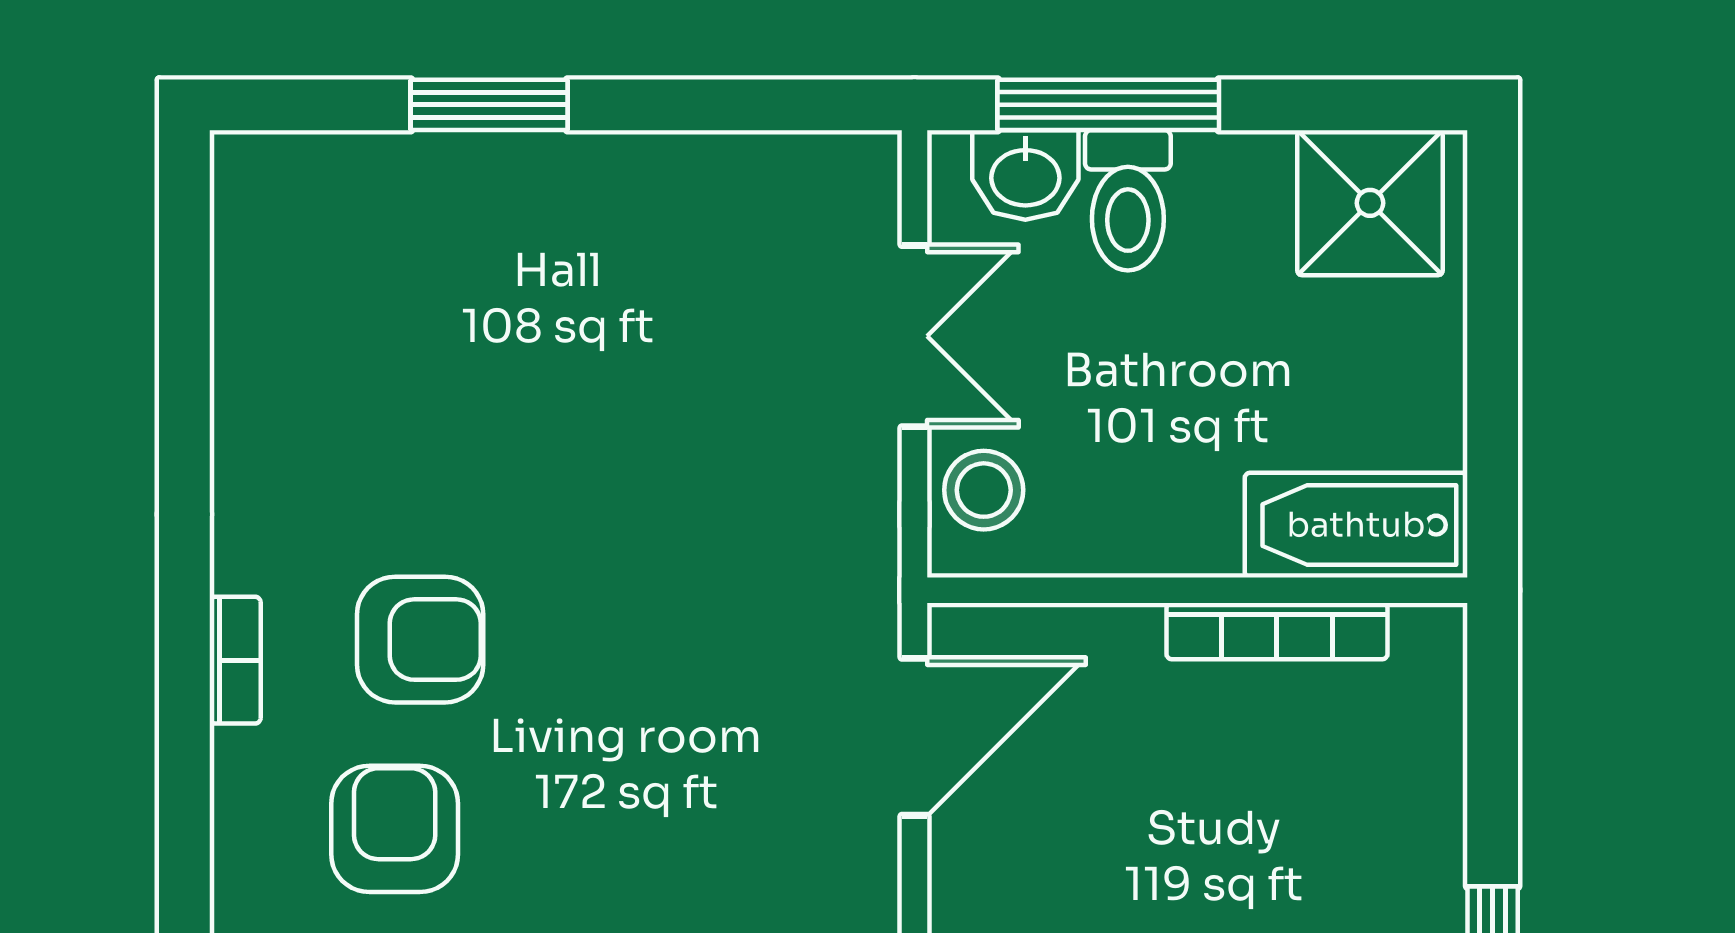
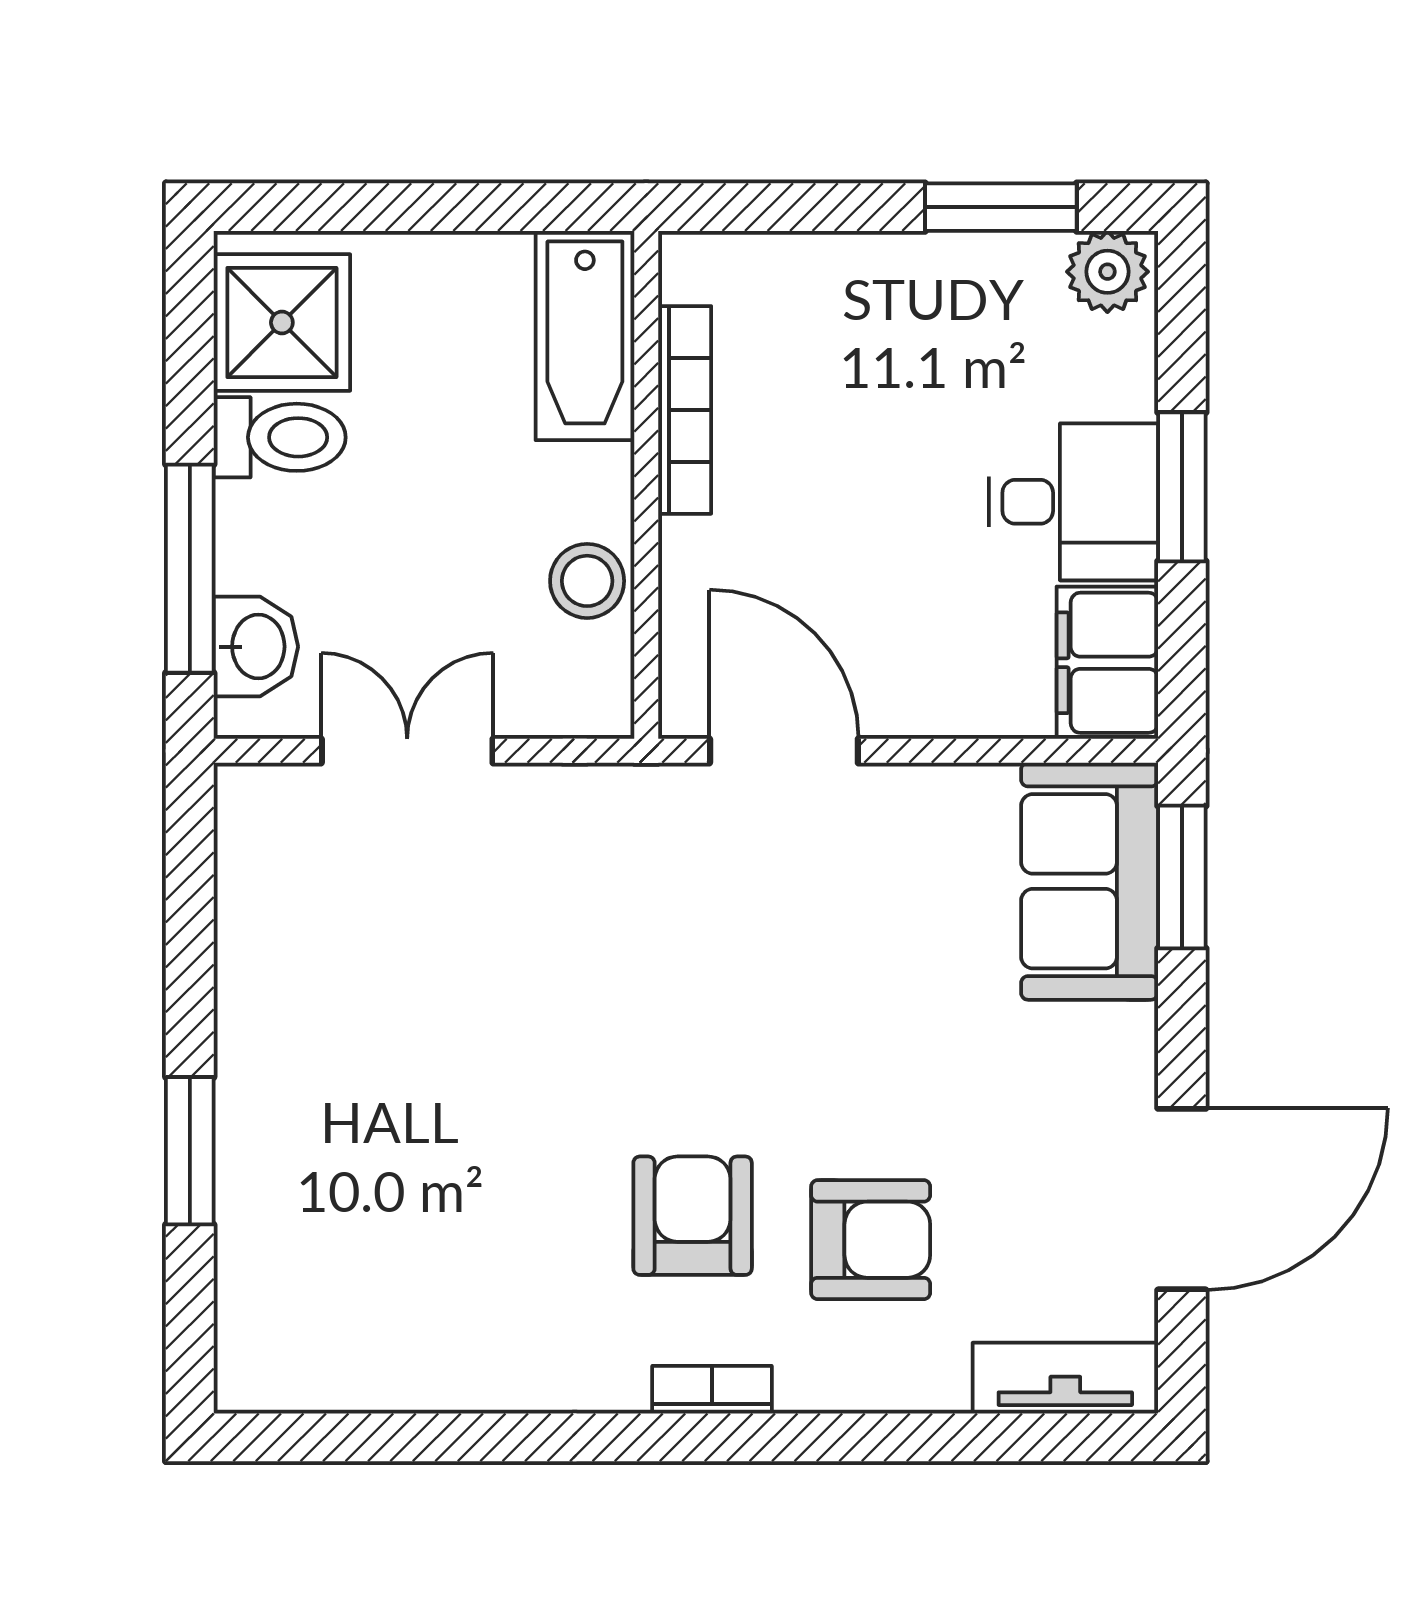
toilet: (1128, 200) -> (280, 437), moved
stool: (984, 490) -> (587, 581), moved
armchair: (395, 829) -> (871, 1240), turned 180

